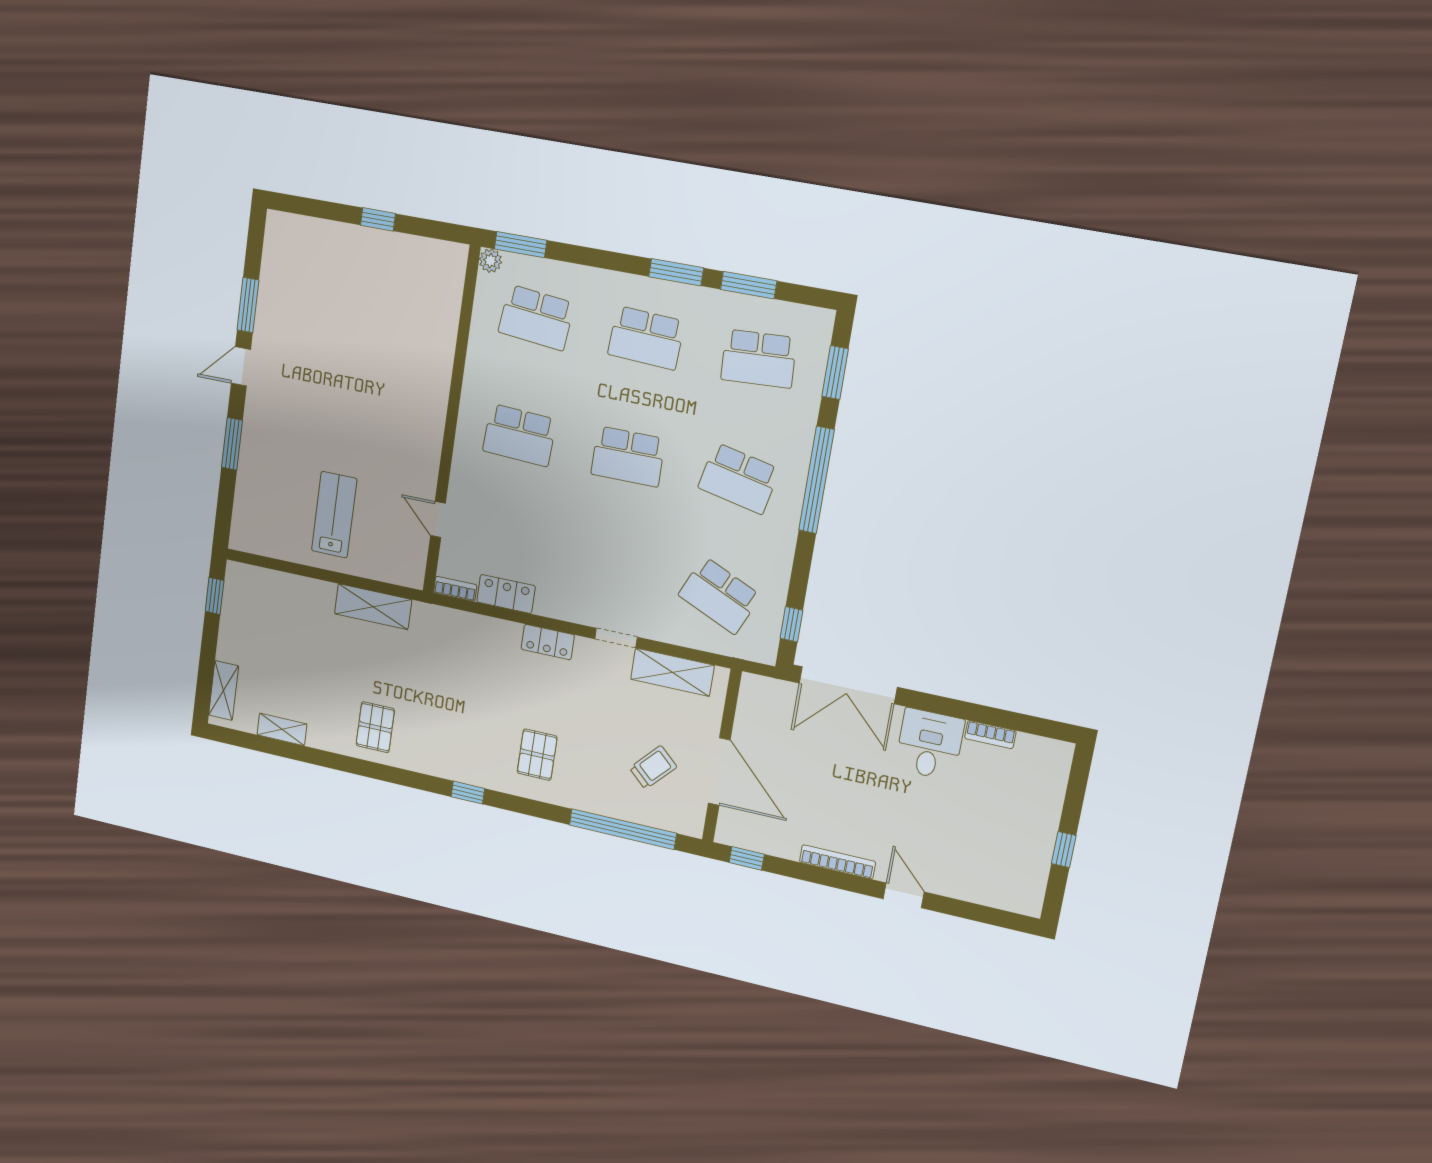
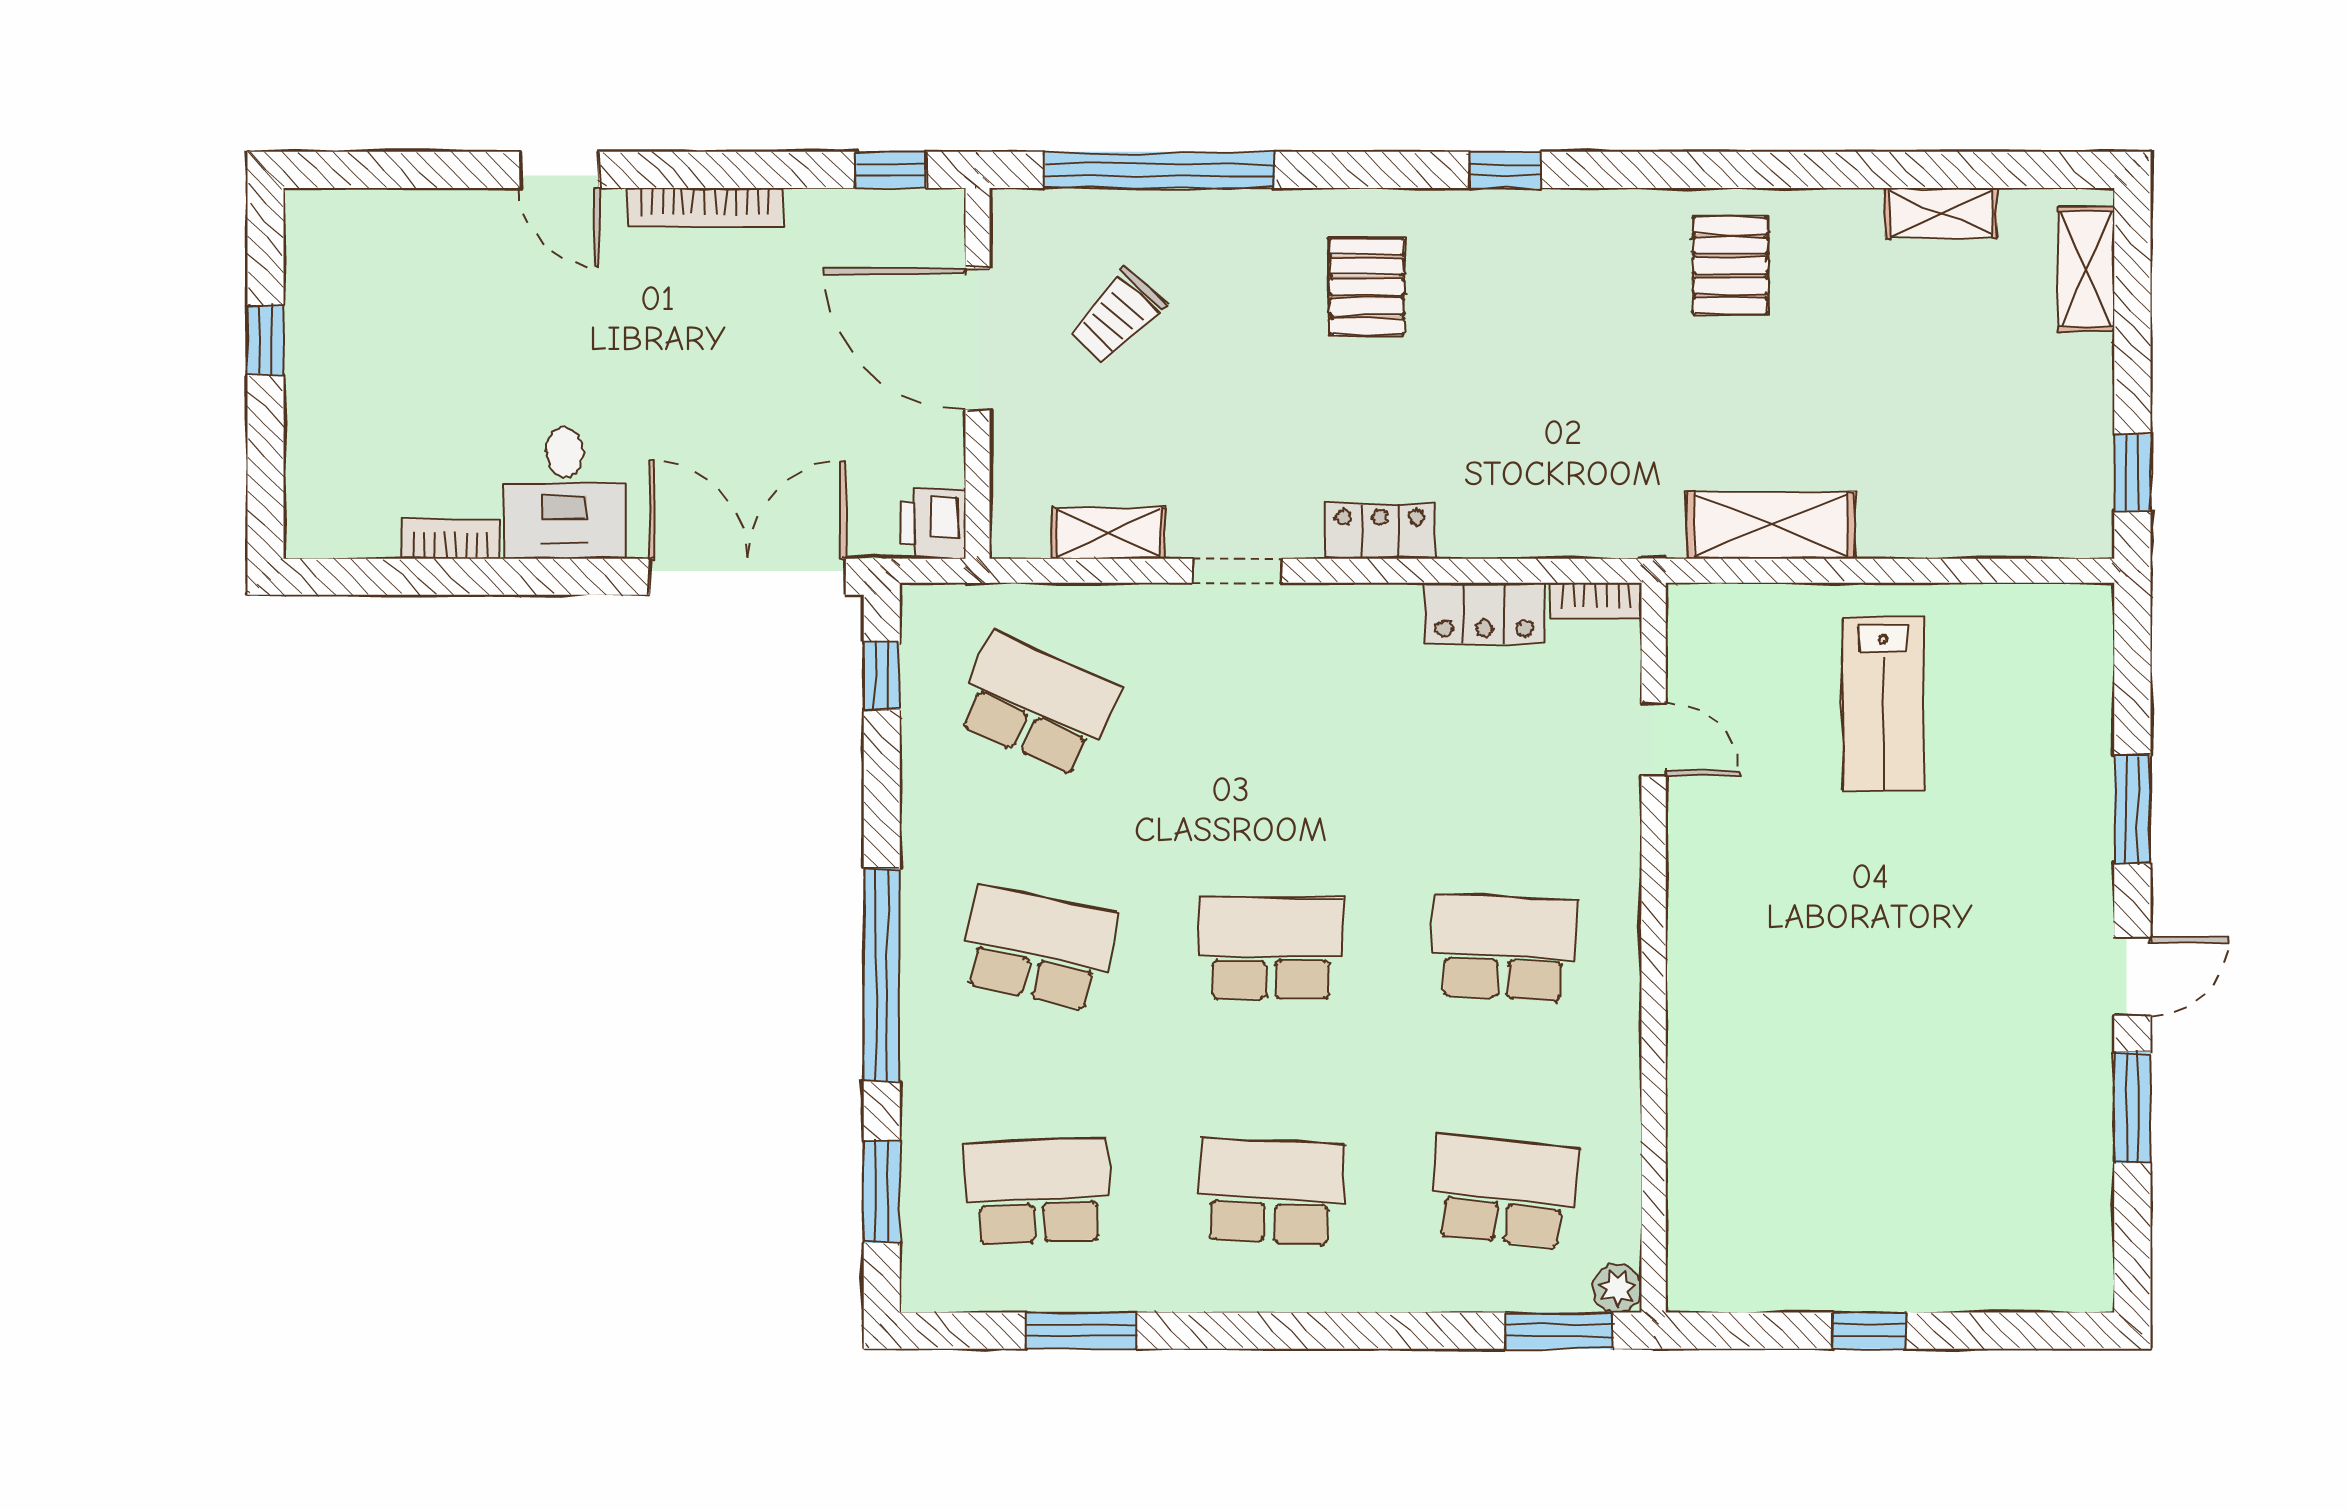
window: (676, 272) -> (1231, 1331), removed
shelving: (672, 672) -> (1108, 533), width x0.67, depth x0.75
printer: (754, 691) -> (934, 524), added

